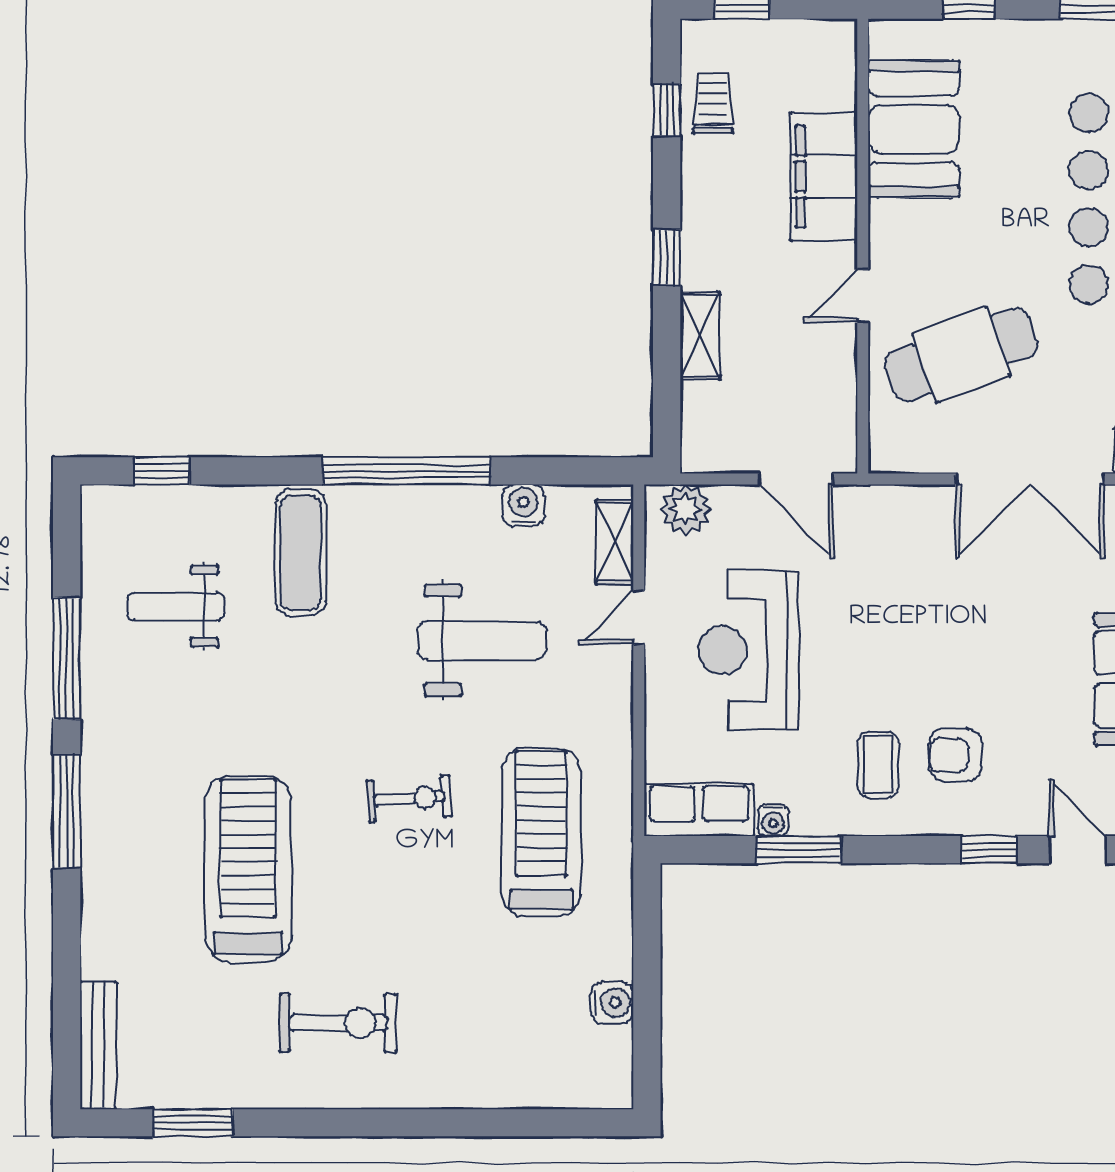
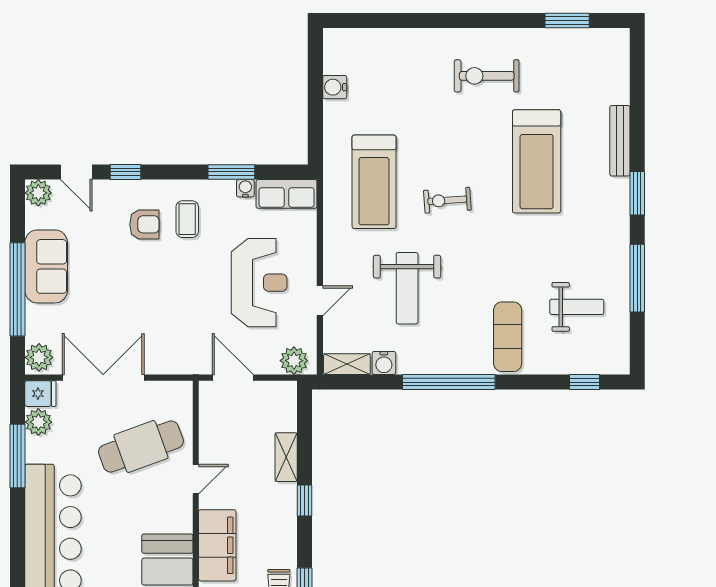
shelving: (615, 542) -> (347, 364), moved, turned 90
weight bench: (482, 640) -> (407, 288), turned -90
window: (67, 811) -> (637, 193), width x0.69
bench: (98, 1045) -> (620, 141), moved

